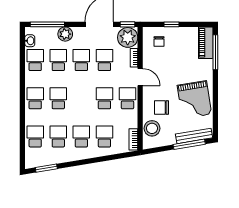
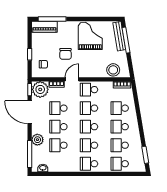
school desk: (35, 60) -> (89, 127), moved
grand piano: (194, 100) -> (90, 36), turned -81
chair: (162, 107) -> (65, 54), moved

